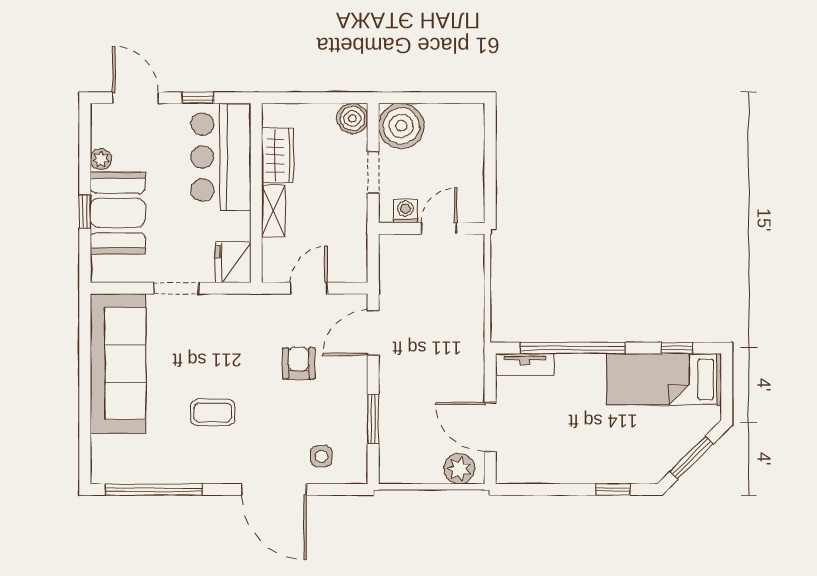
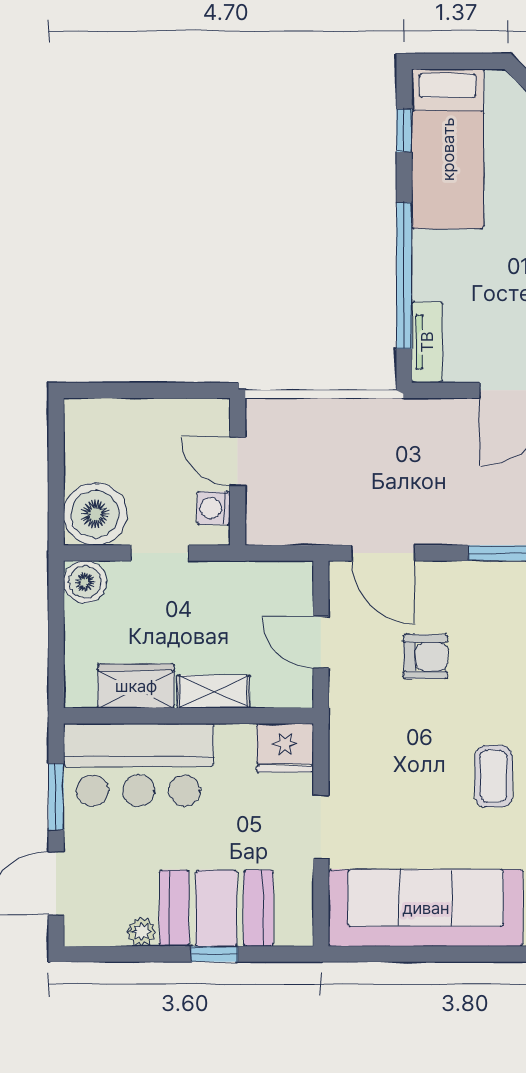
window: (198, 98) -> (56, 797), width x1.50
armchair: (299, 363) -> (426, 657), turned 180

